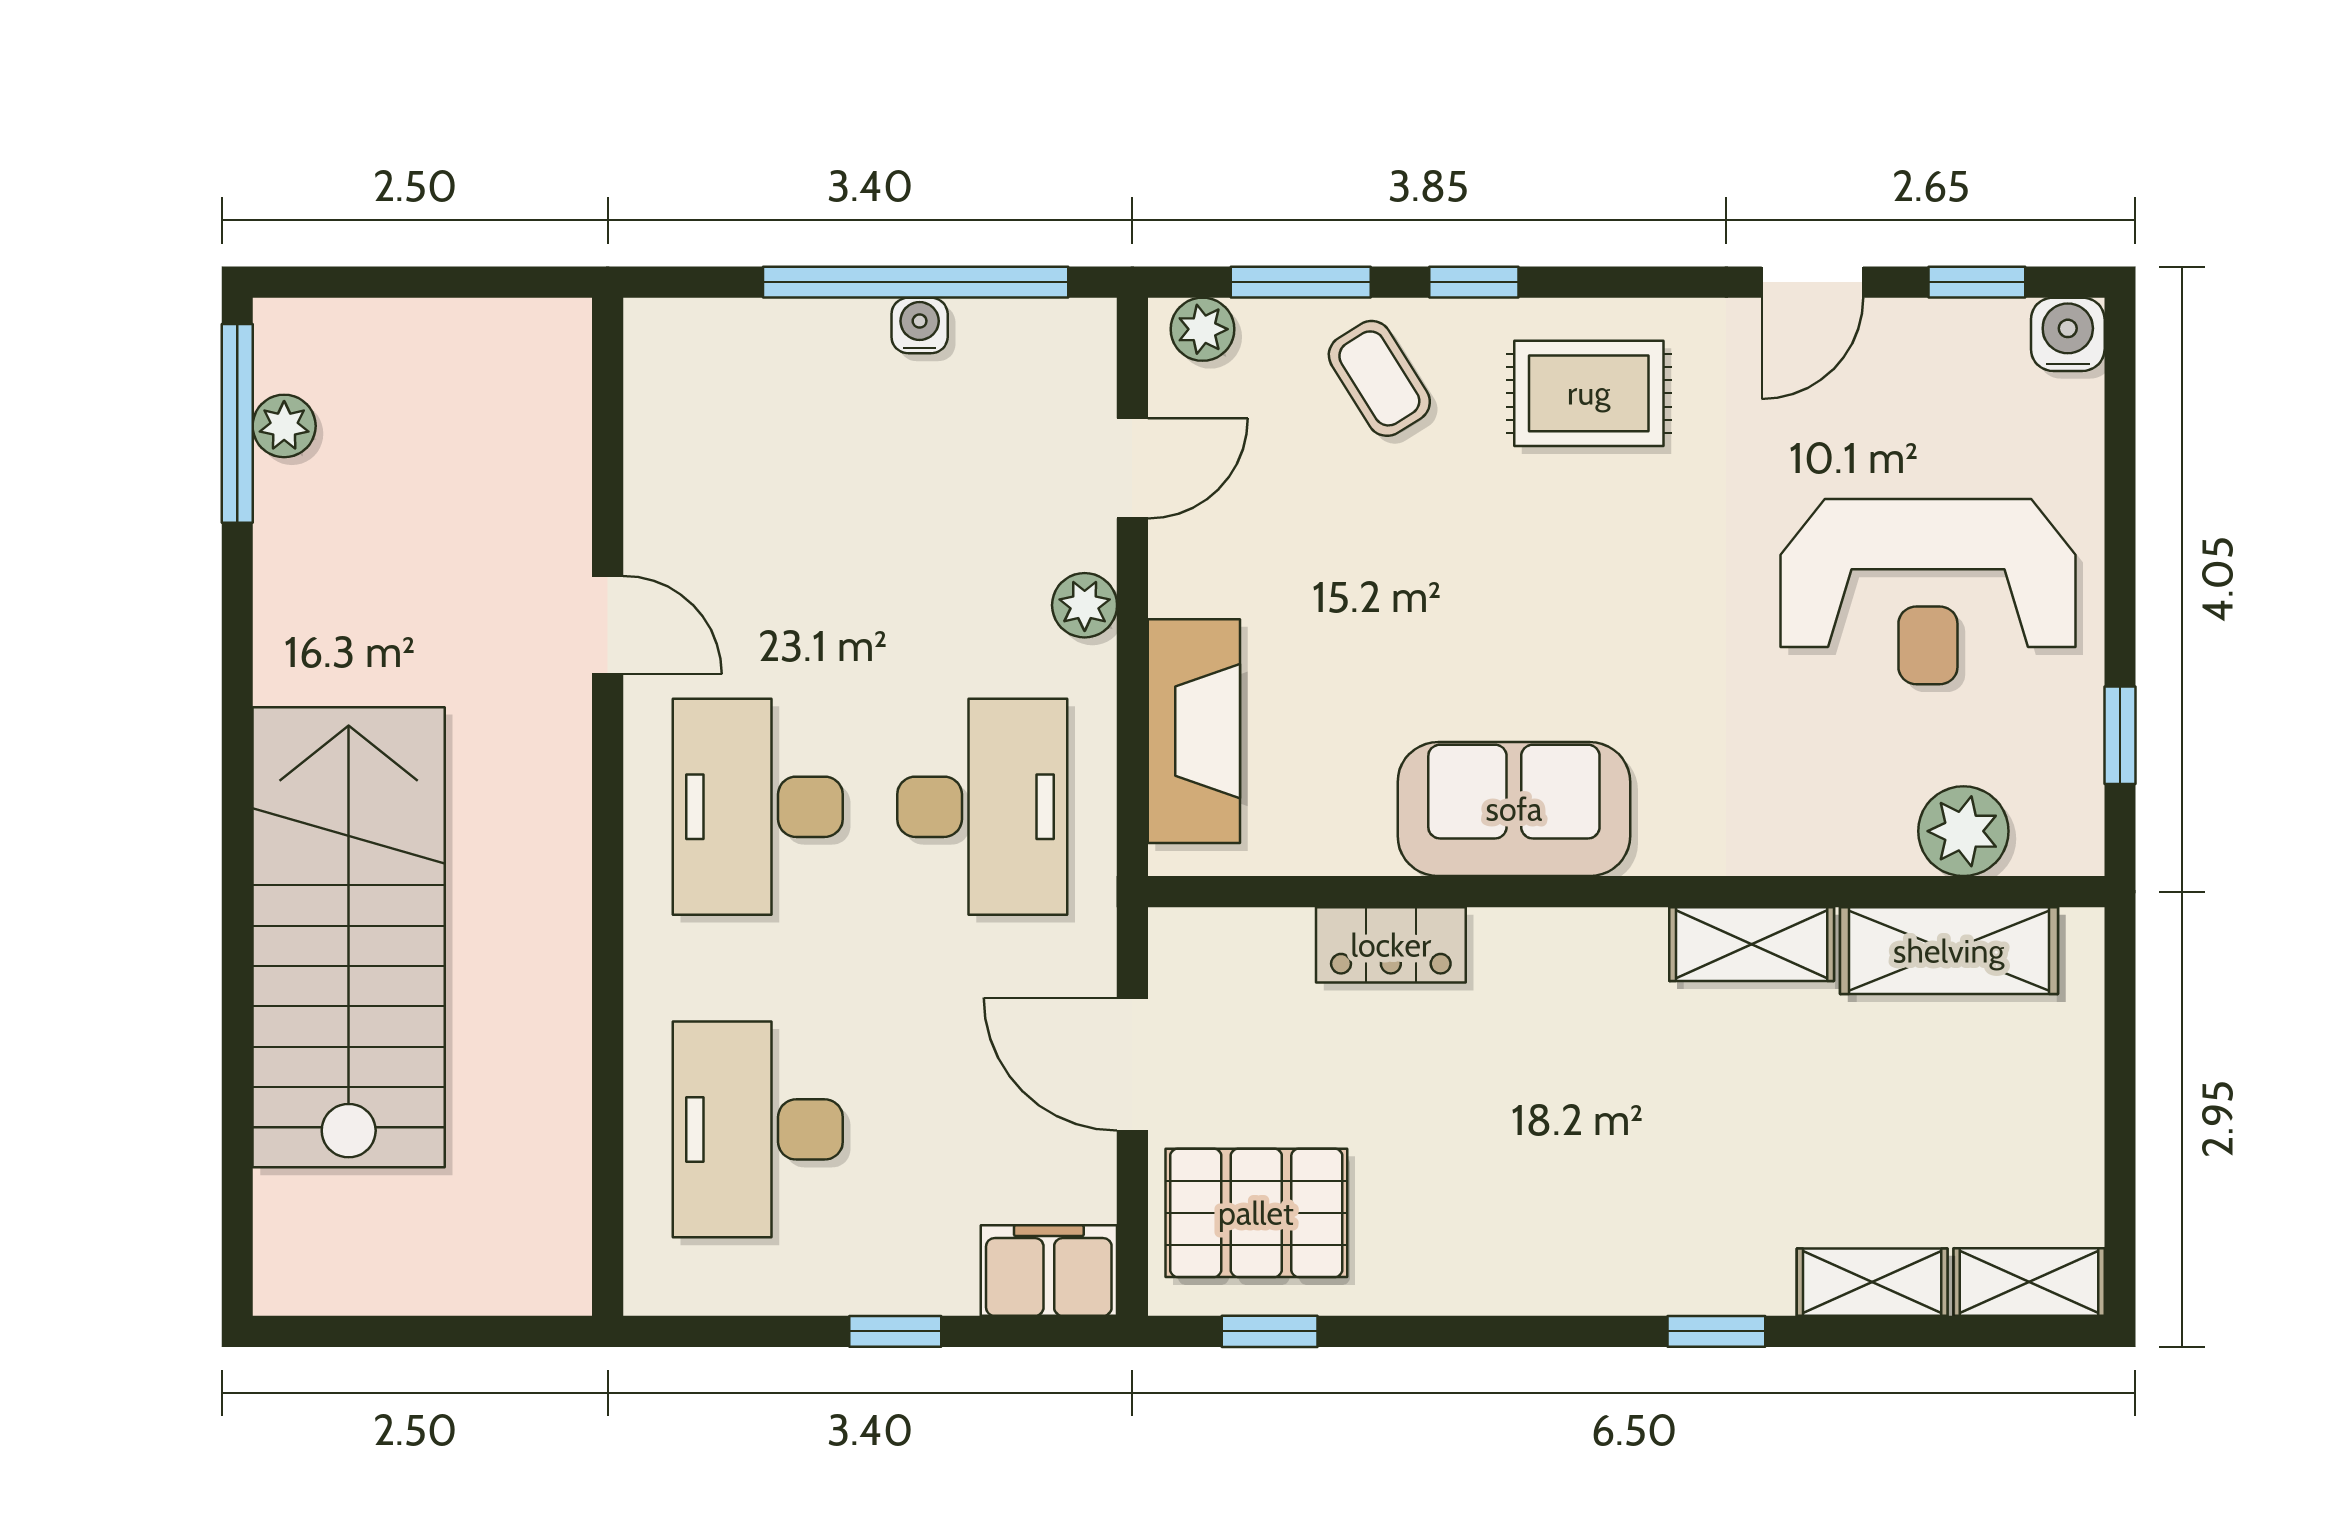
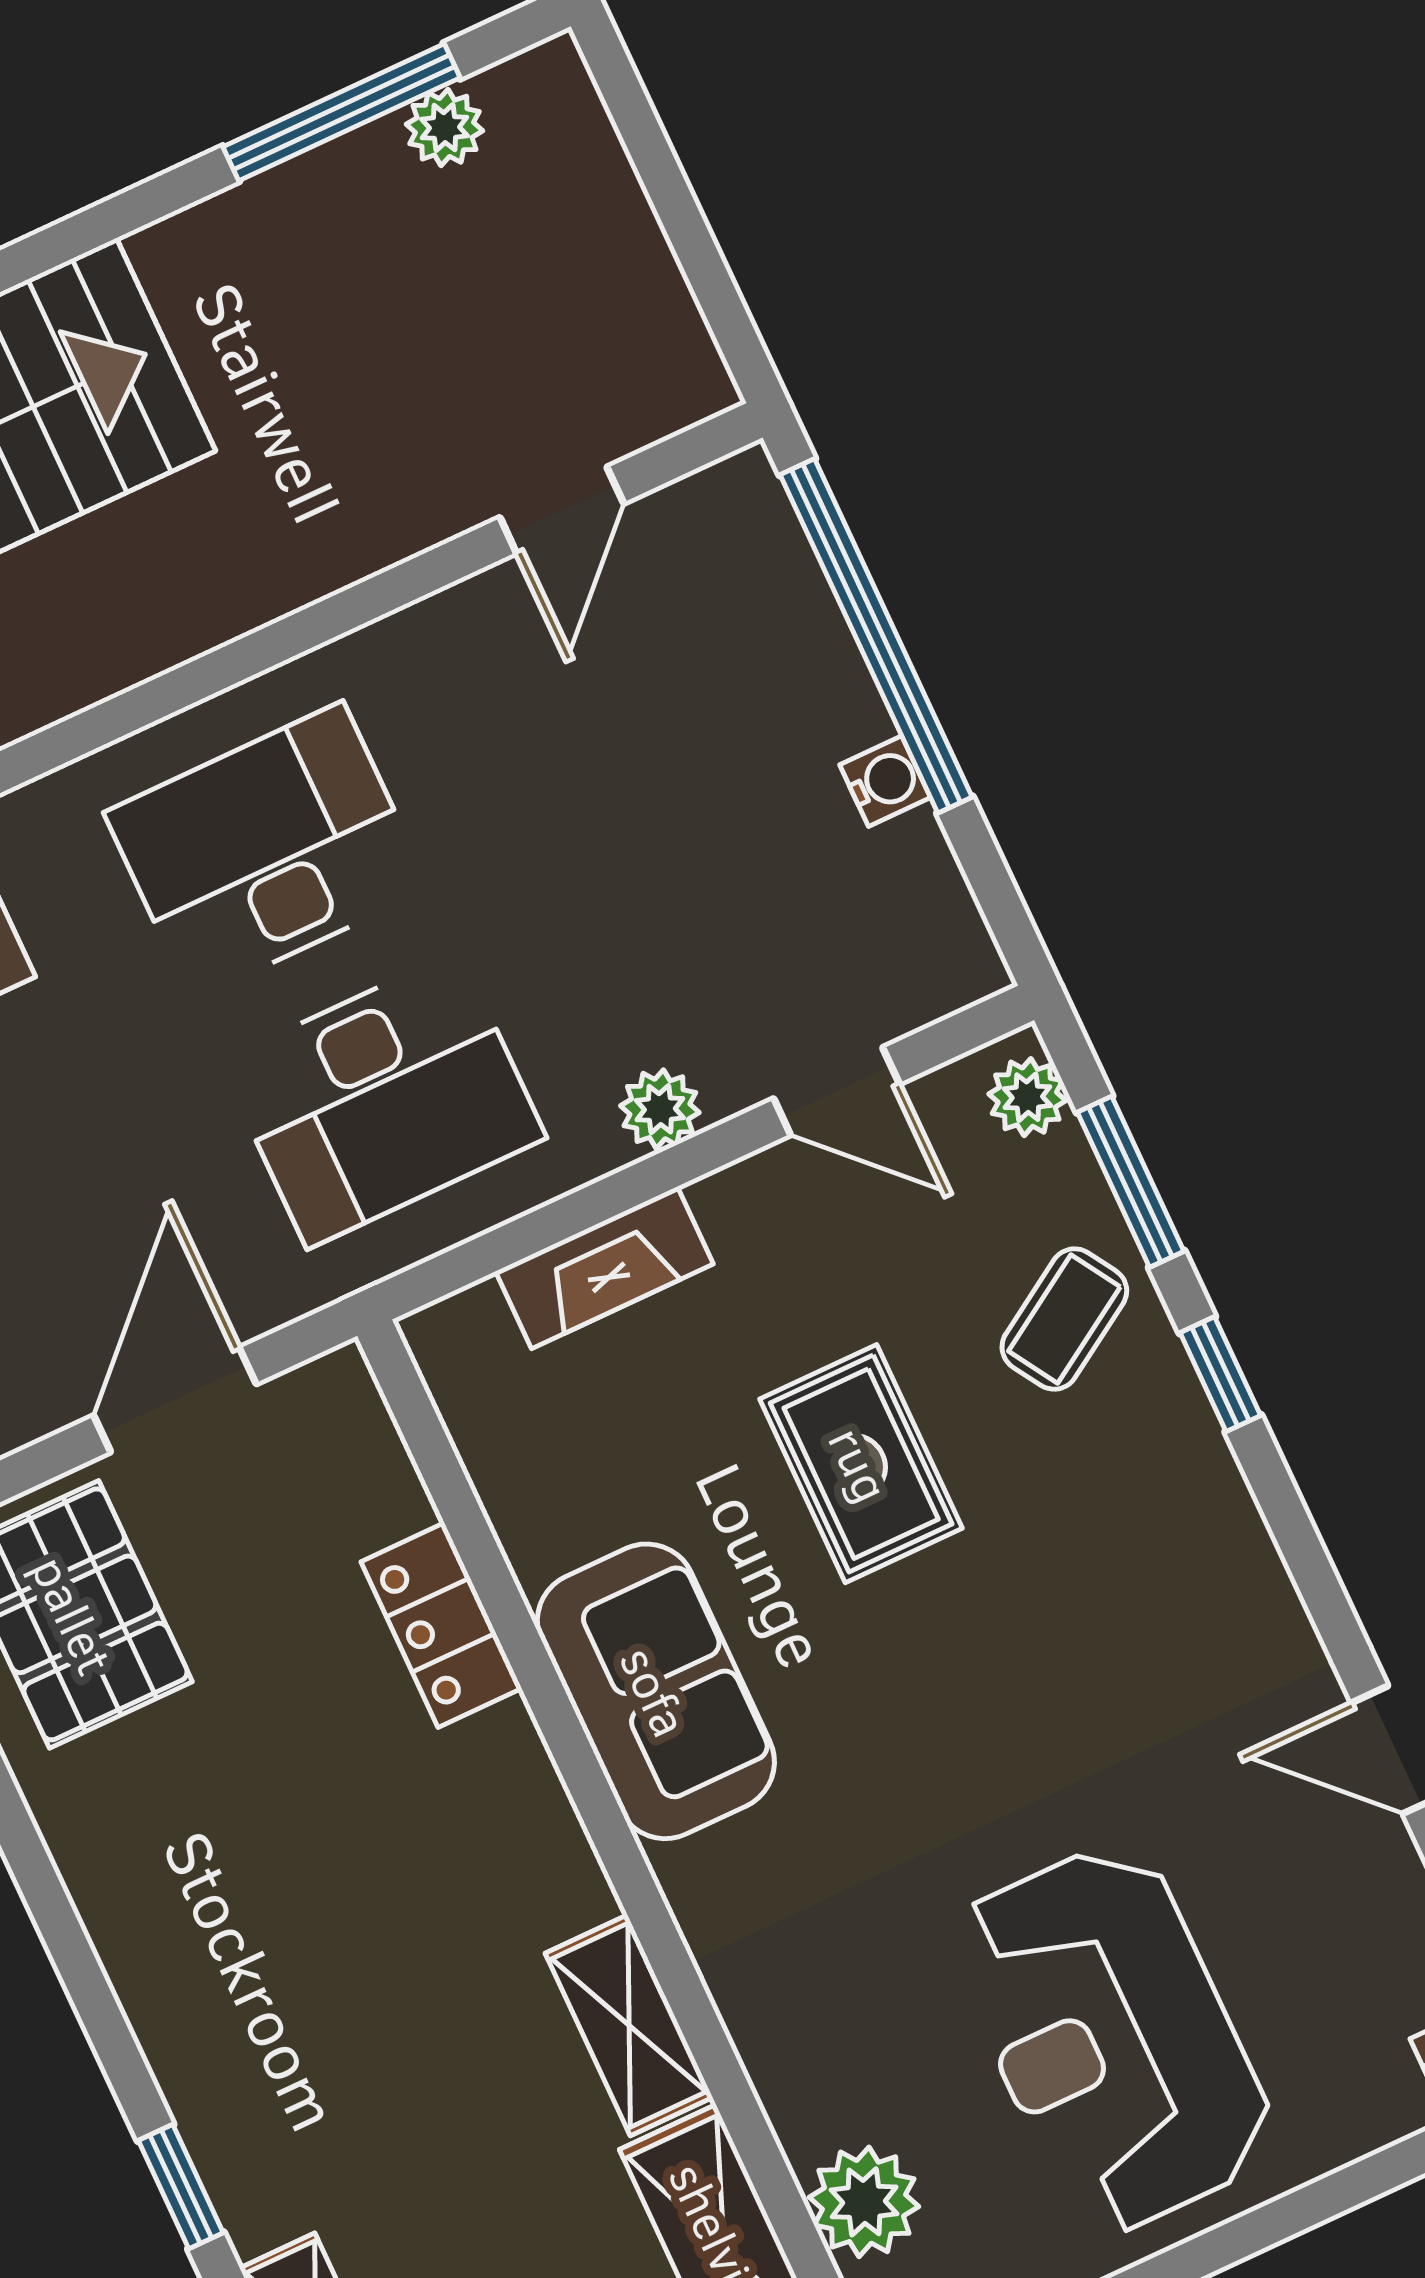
window: (916, 282) -> (876, 636), moved
rug: (1589, 393) -> (861, 1464), moved
window: (237, 423) -> (342, 112), moved
door: (608, 625) -> (562, 510), moved
fireplace: (1194, 731) -> (604, 1268), width x0.73, depth x0.76

